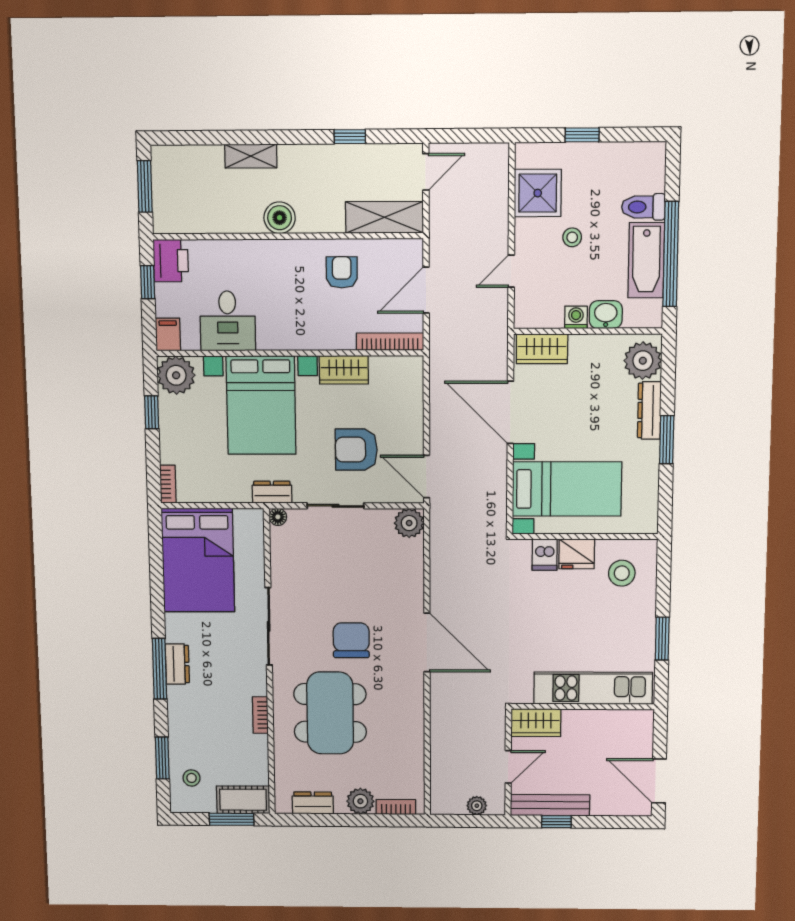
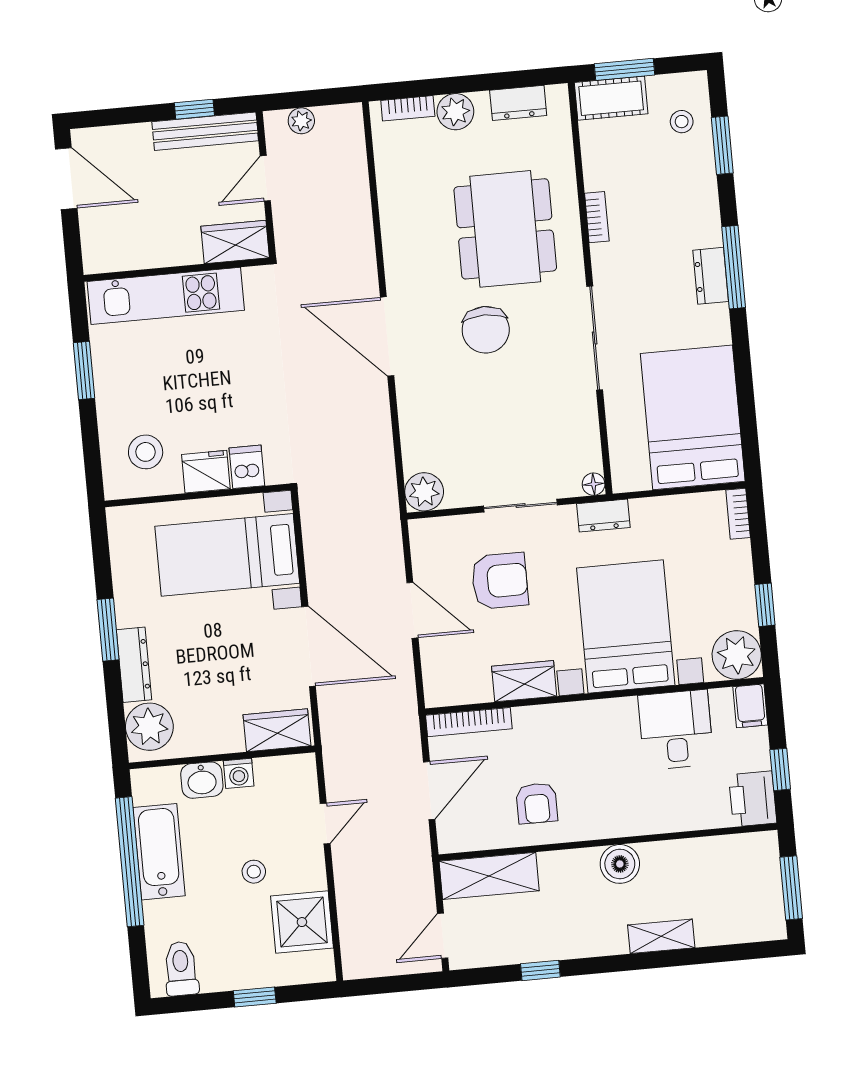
toilet: (643, 207) -> (181, 968), moved, turned -90
door: (427, 477) -> (412, 610), moved

